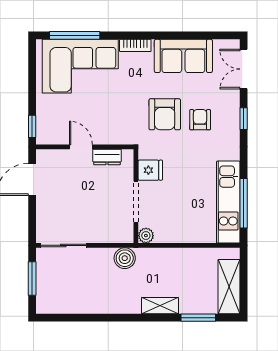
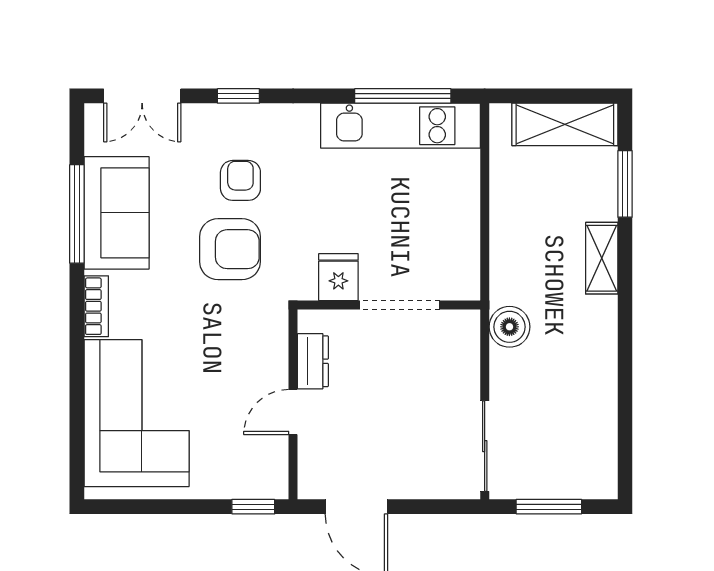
window: (75, 35) -> (77, 214), moved
armchair: (200, 120) -> (240, 180), turned 90
plant: (146, 236) -> (465, 286), removed

